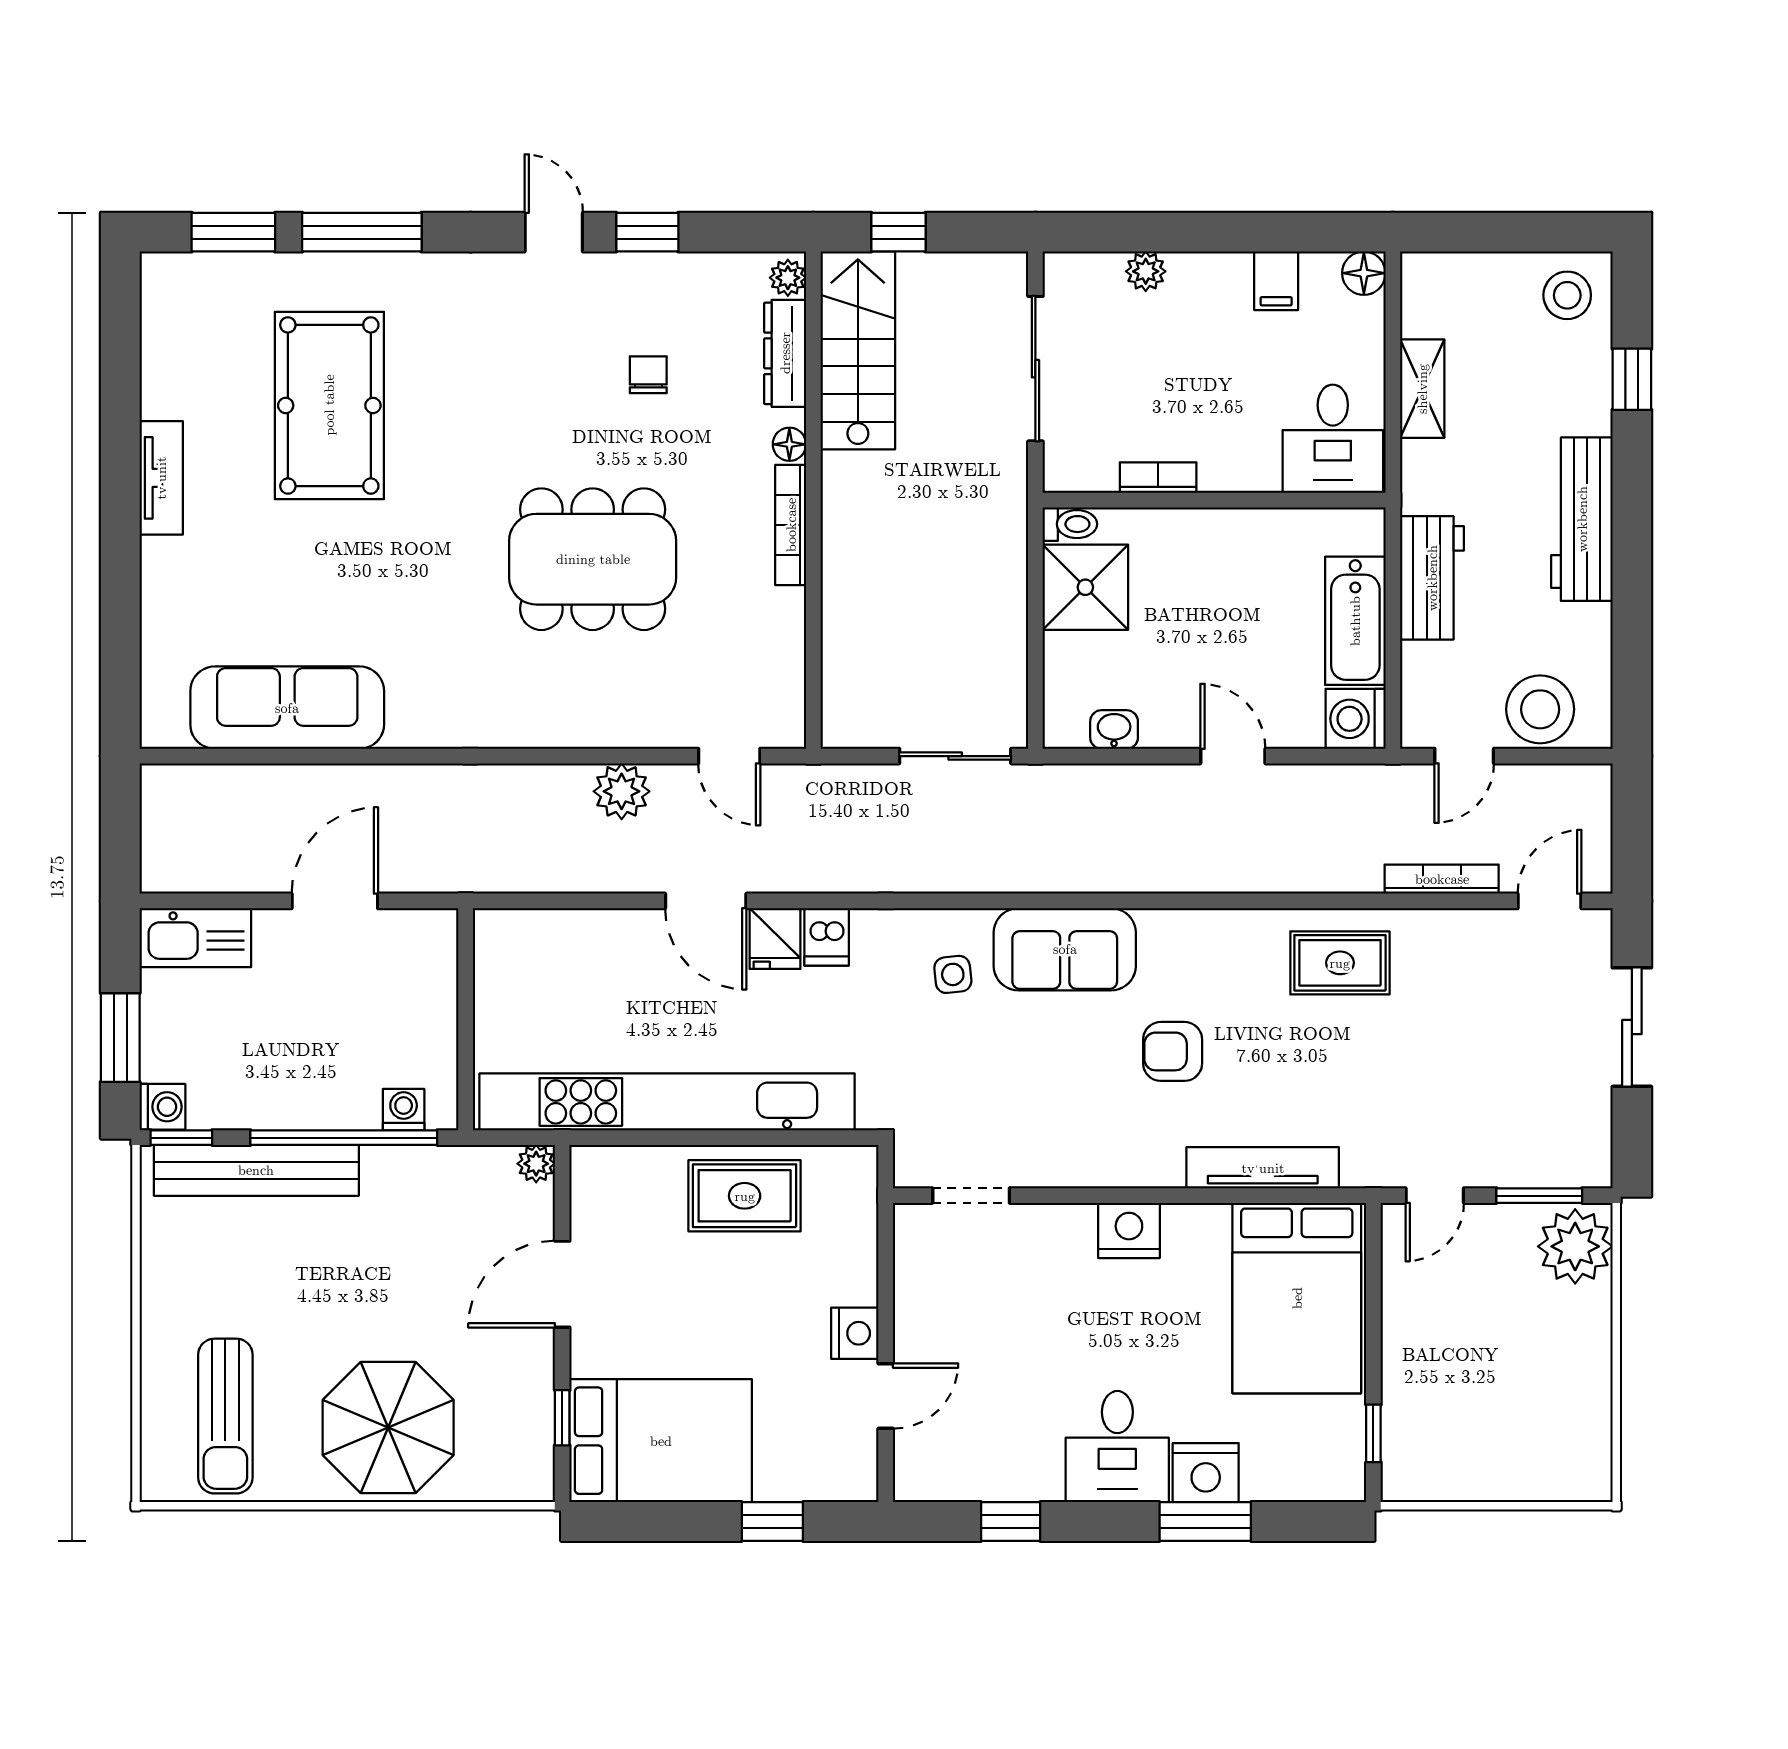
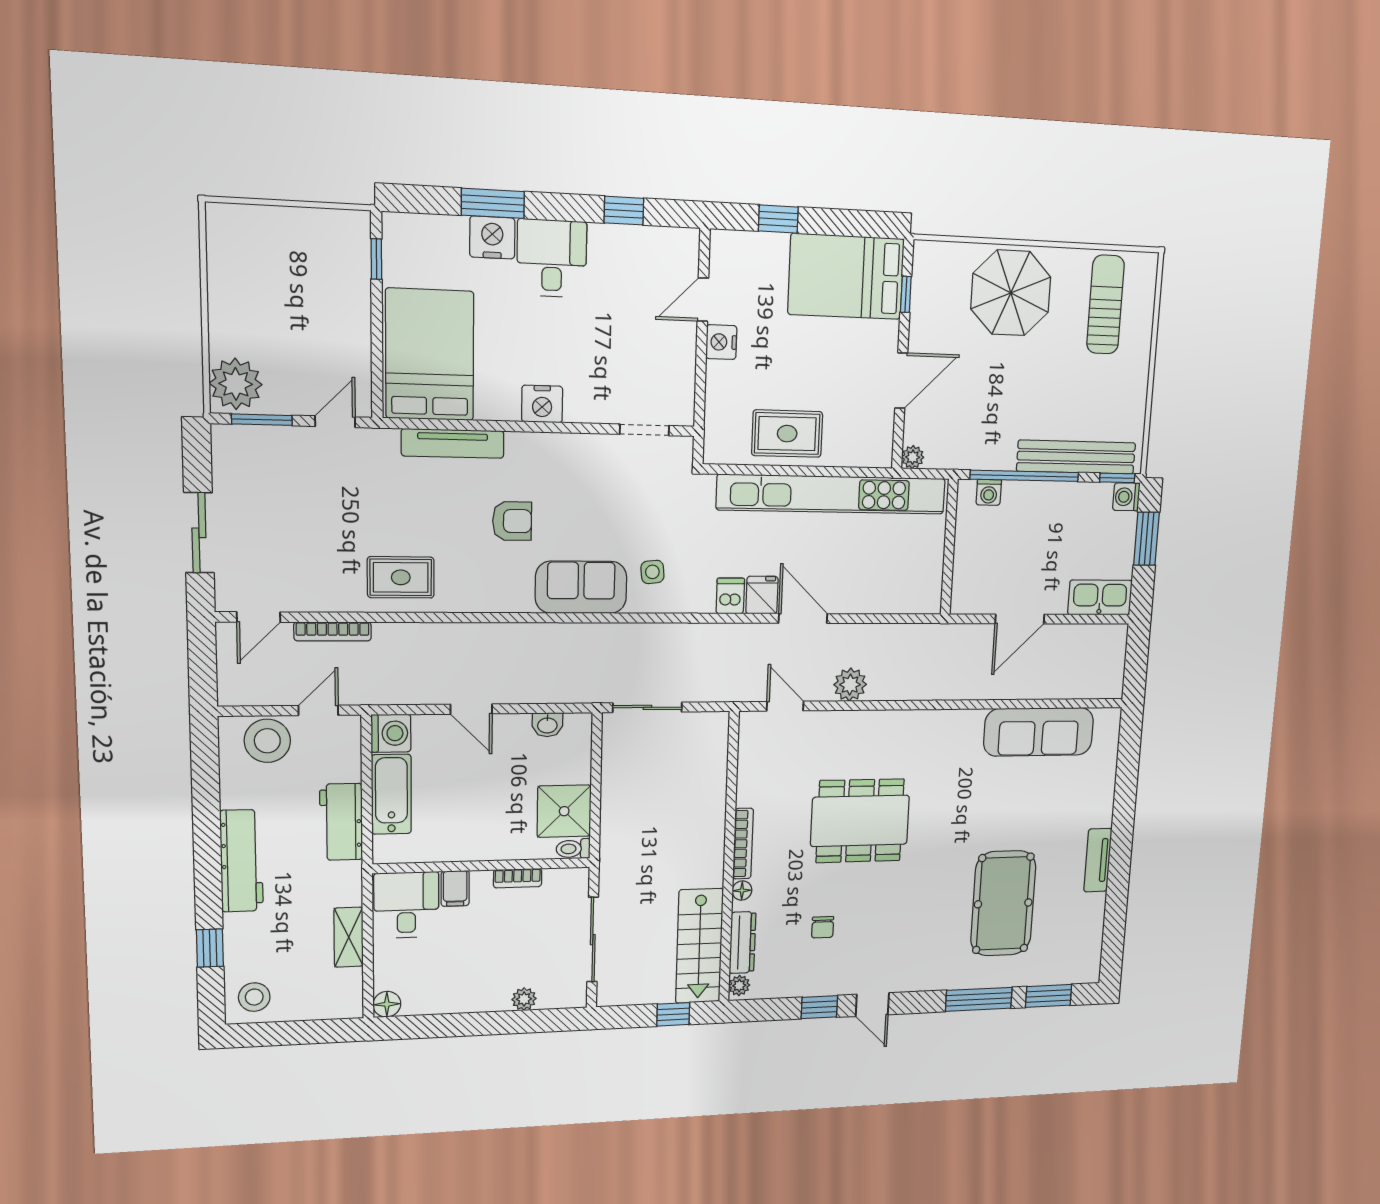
filing cabinet: (1276, 281) -> (455, 888), moved, turned 180

